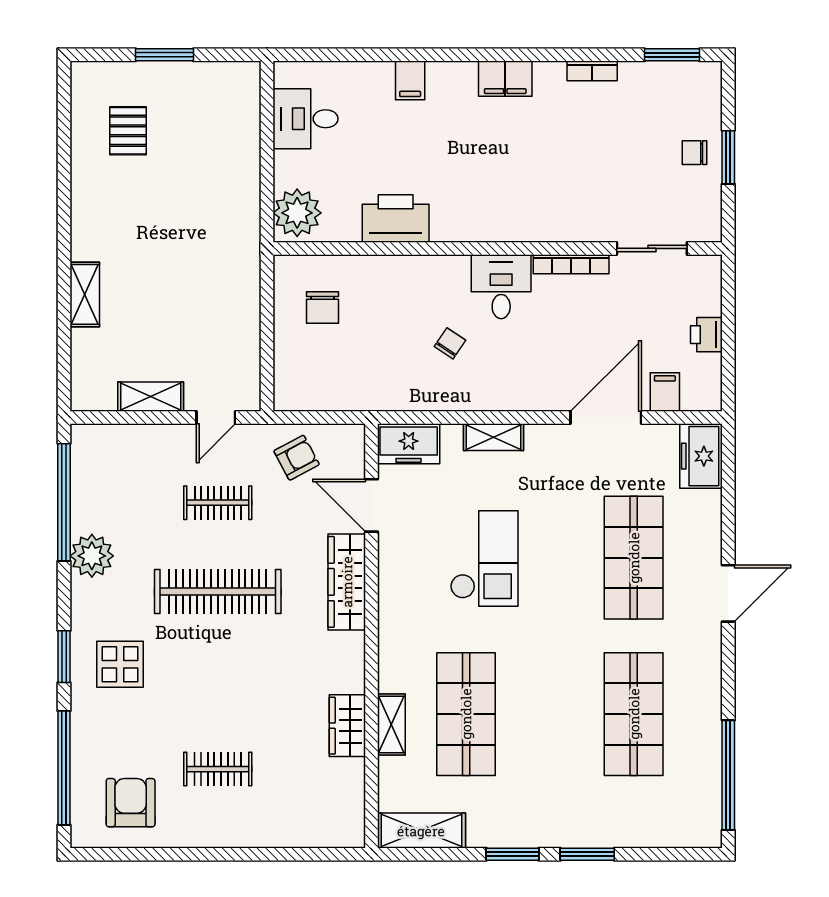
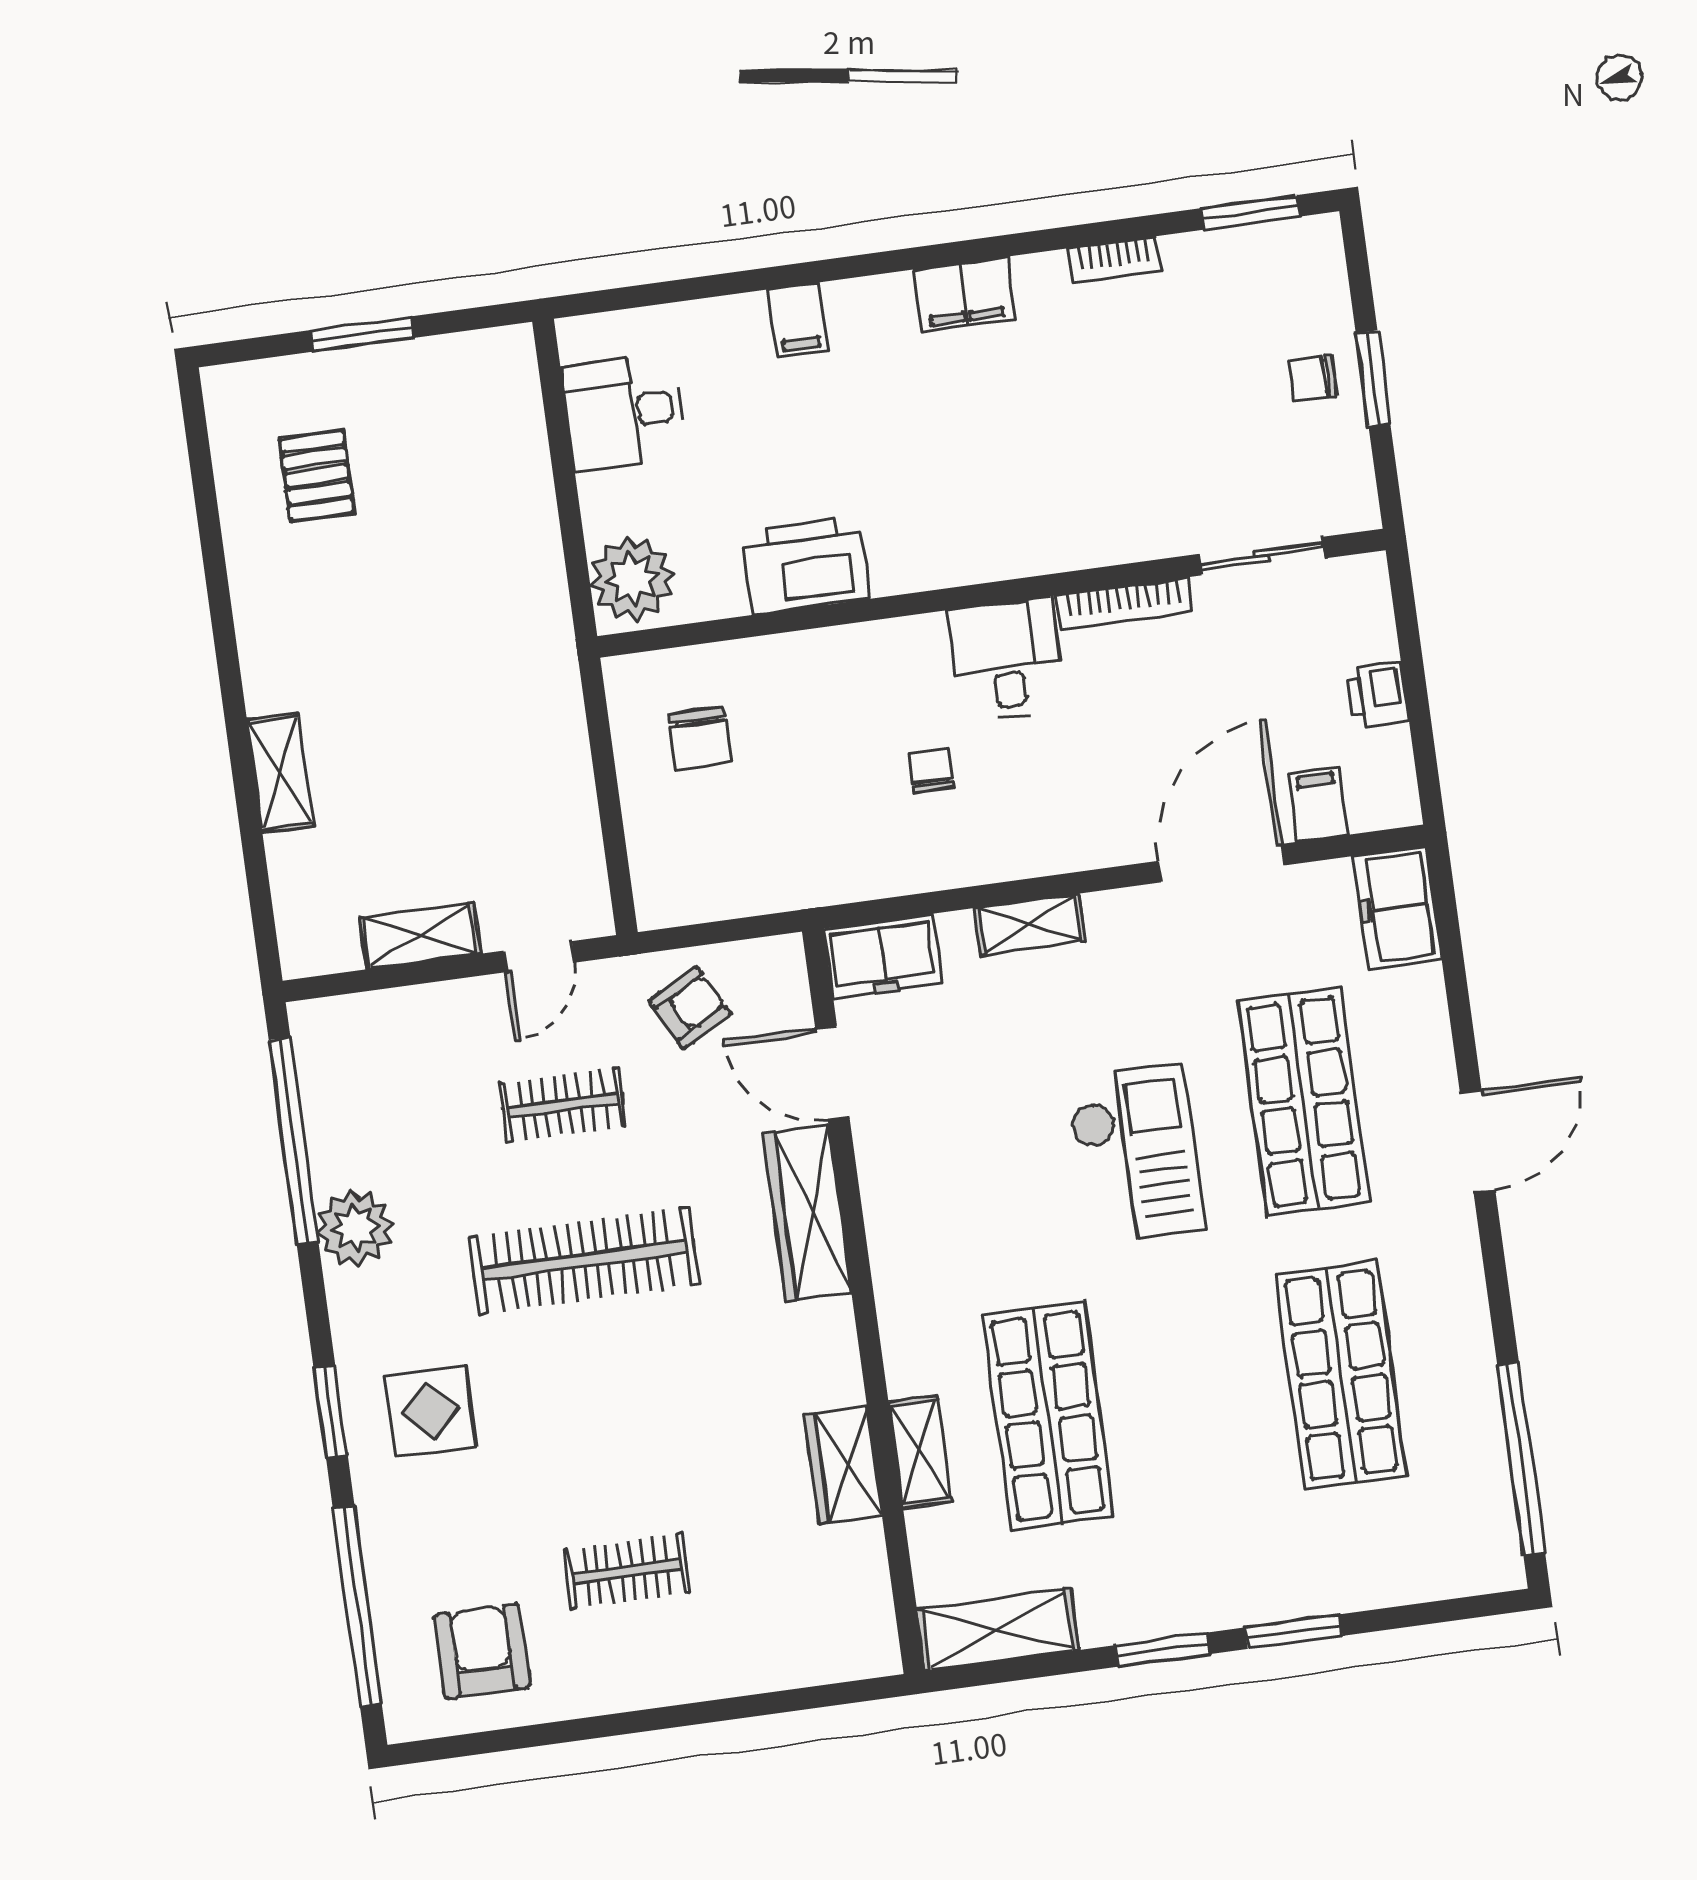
chair: (450, 343) -> (931, 771), turned -34
checkout: (484, 558) -> (1136, 1154), moved

